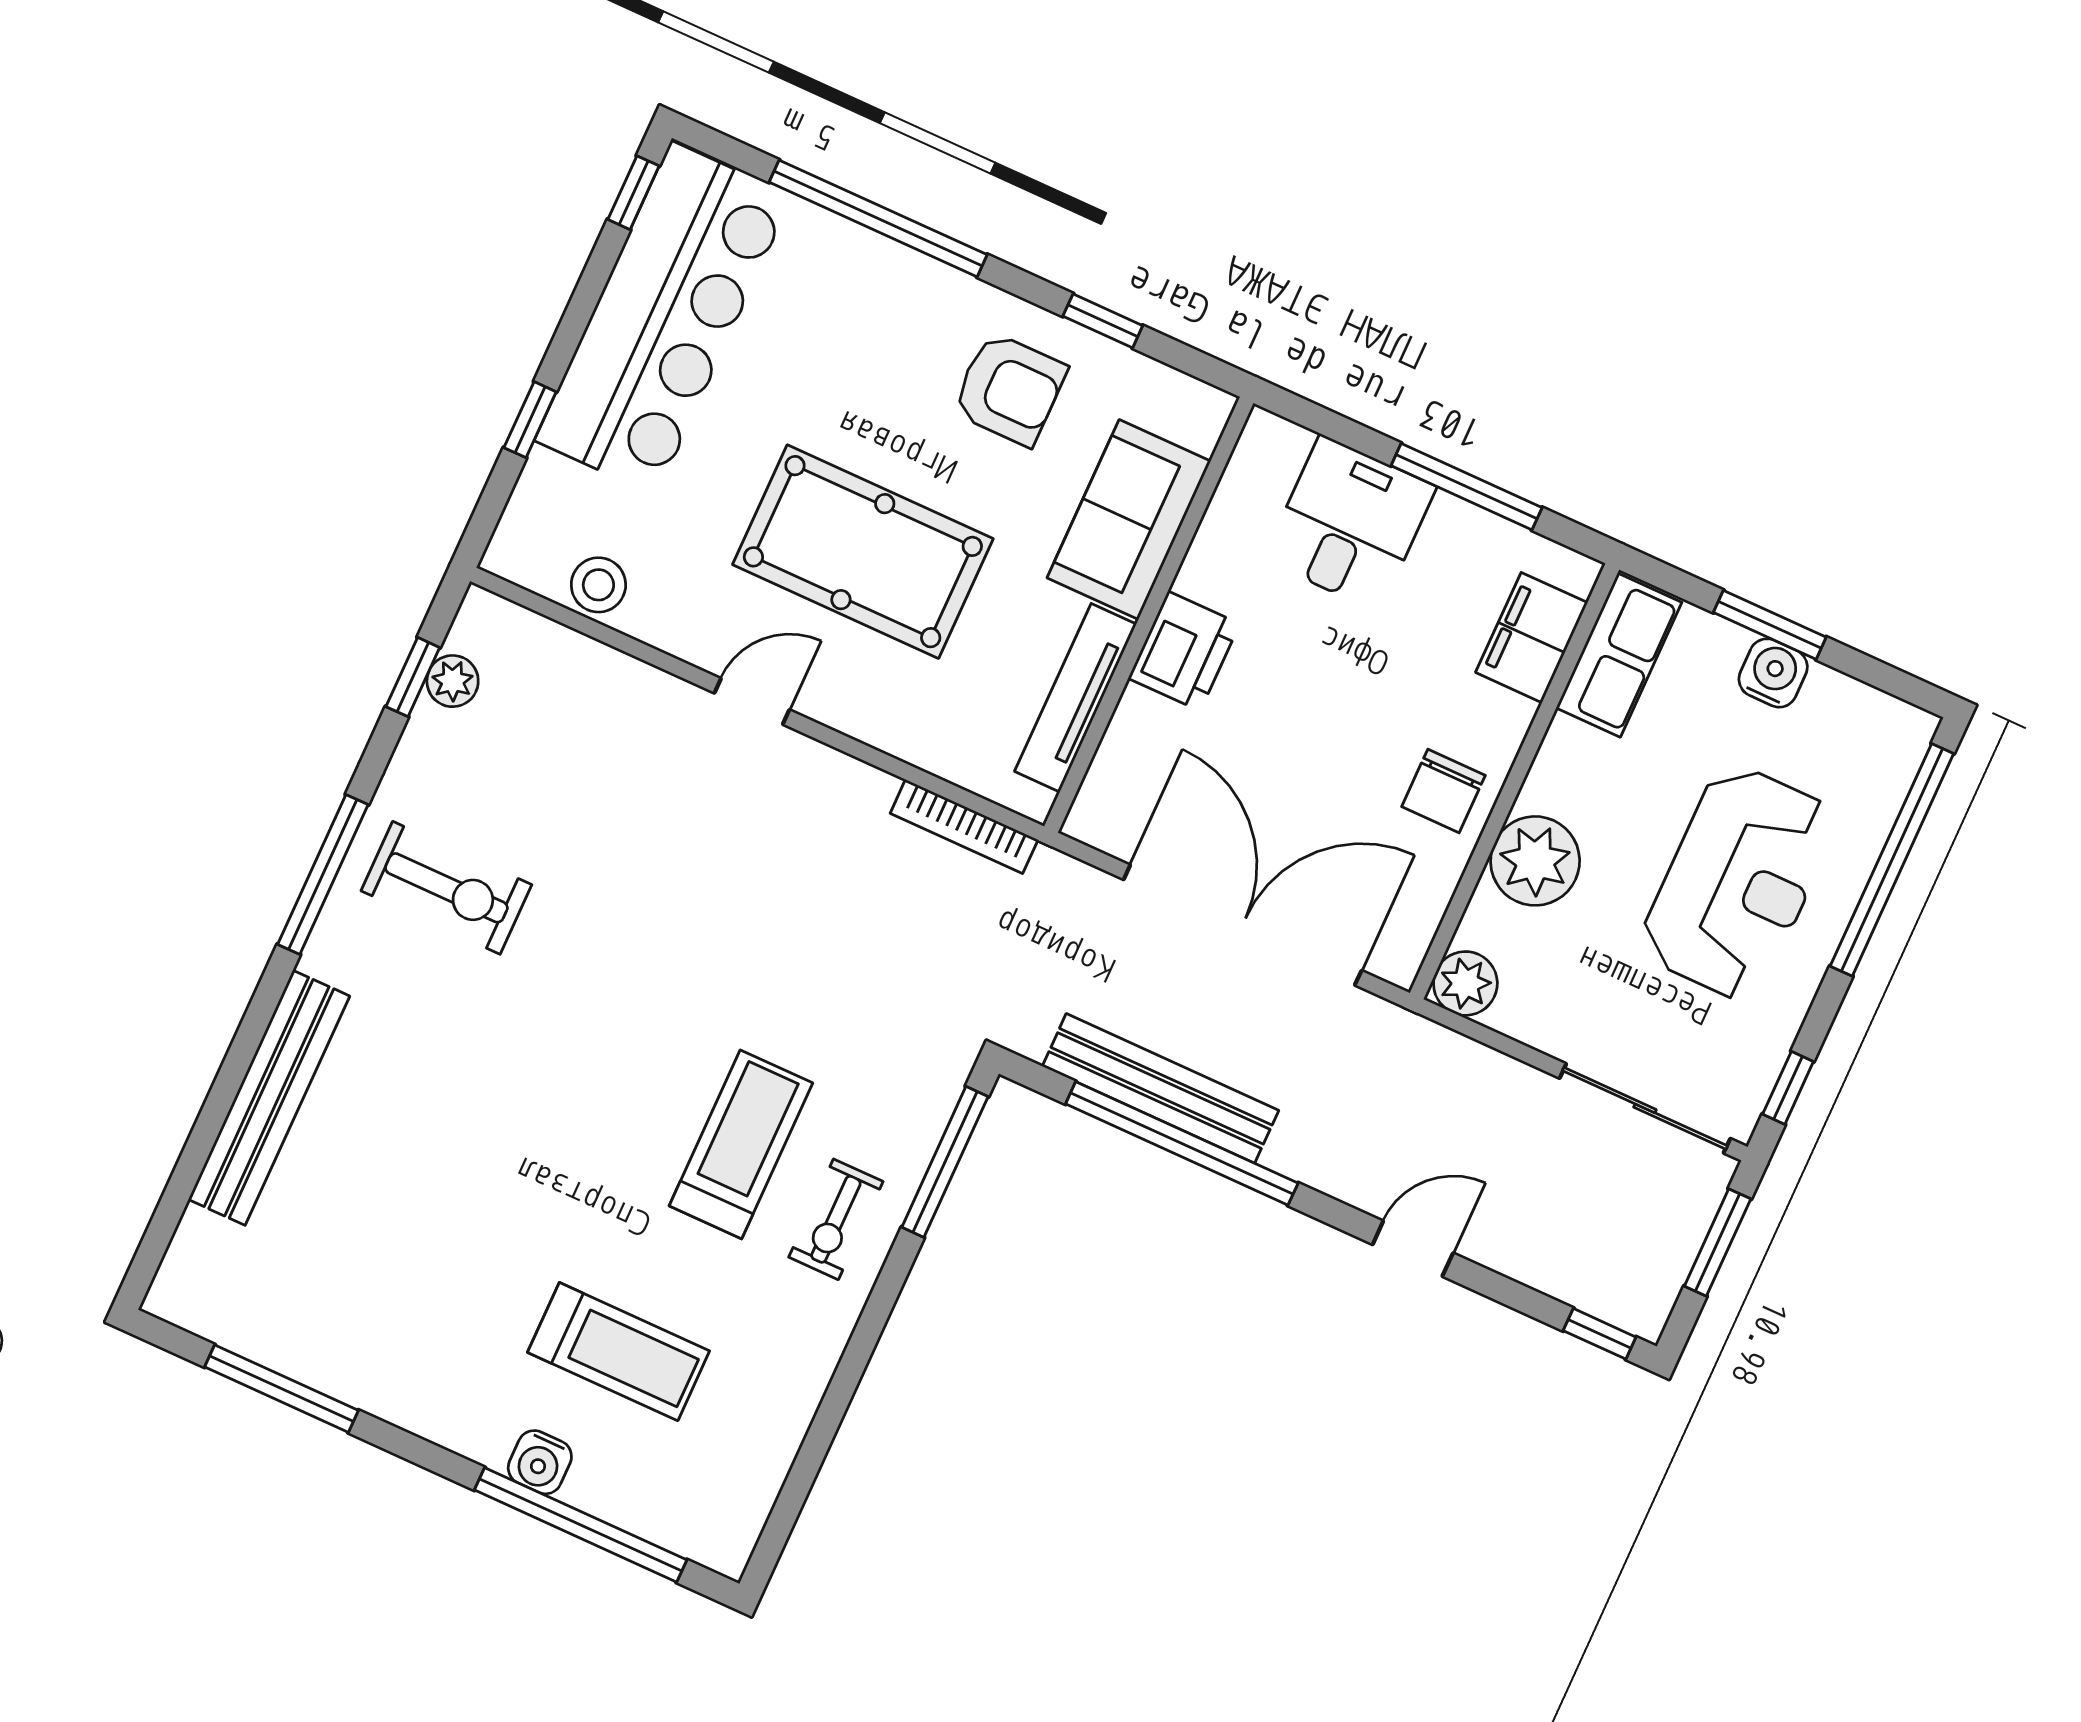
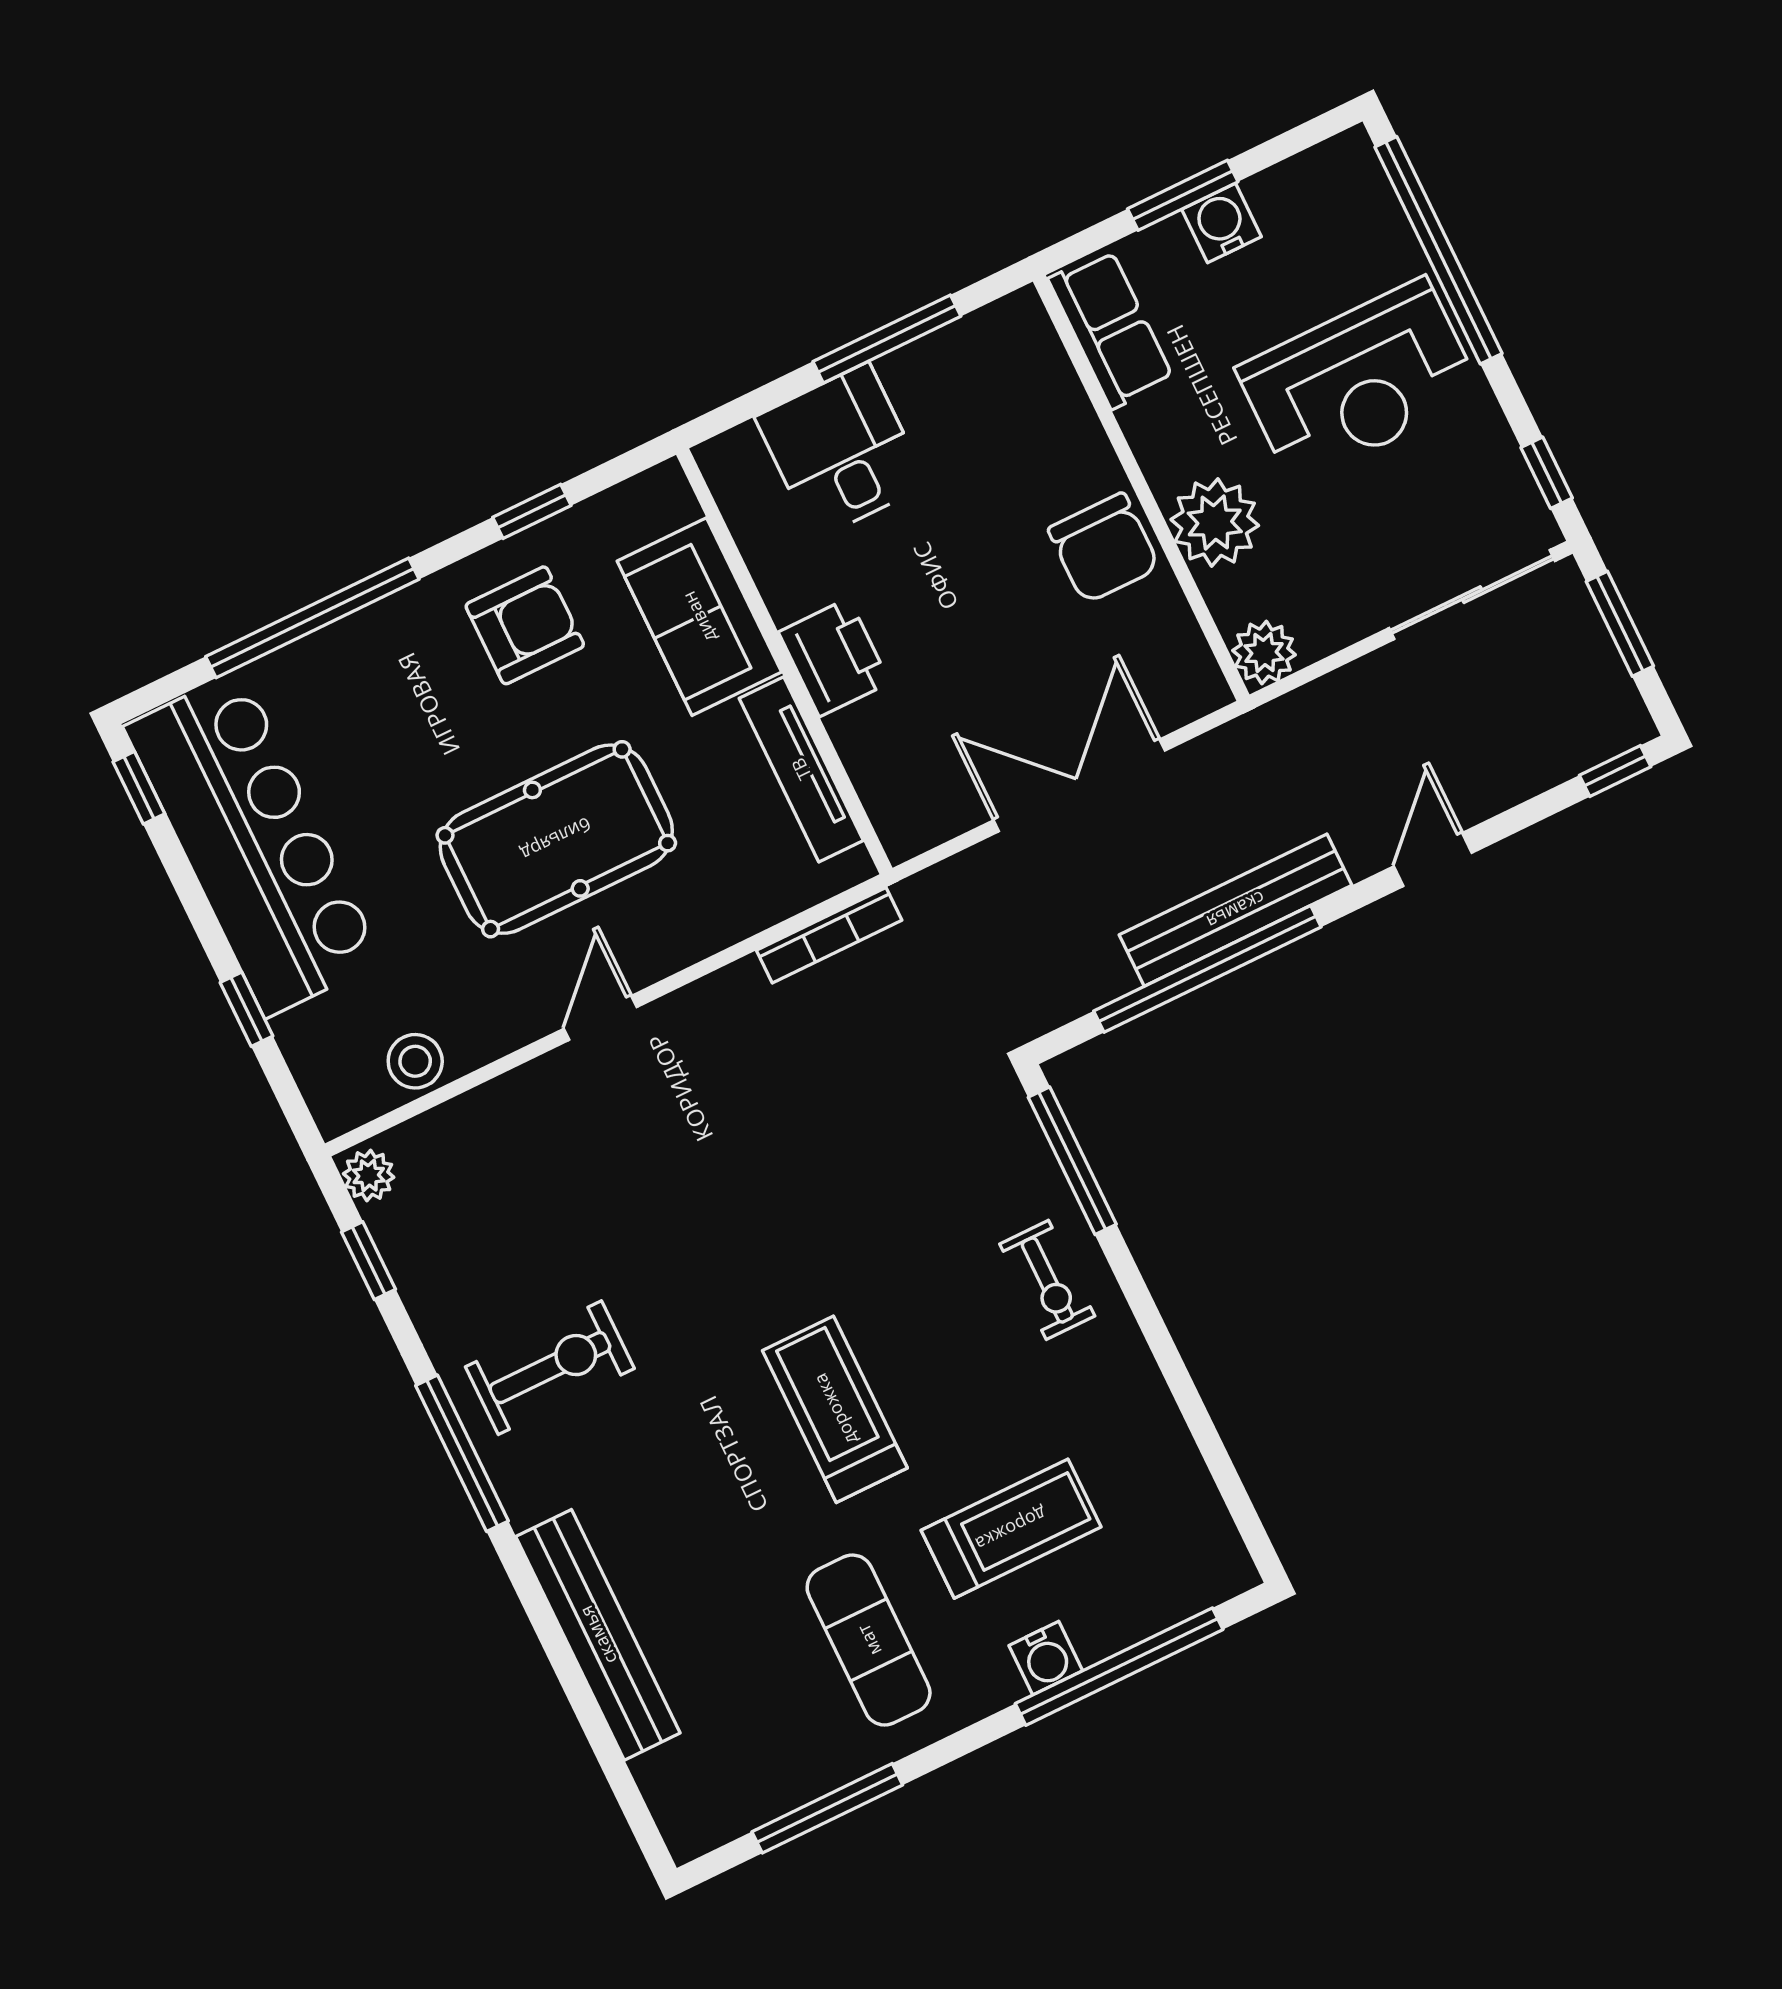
filing cabinet: (1532, 638) -> (1043, 384), removed
plant: (453, 681) -> (369, 1175), moved
chair: (1443, 791) -> (1104, 548), width x1.37, depth x1.37
reception desk: (1738, 883) -> (1359, 381), turned 90
double door: (1243, 925) -> (1079, 785), width x0.73
bench: (1160, 1088) -> (1236, 910), moved
treadmill: (741, 1144) -> (835, 1409), moved
exercise mat: (440, 1312) -> (869, 1640), added

